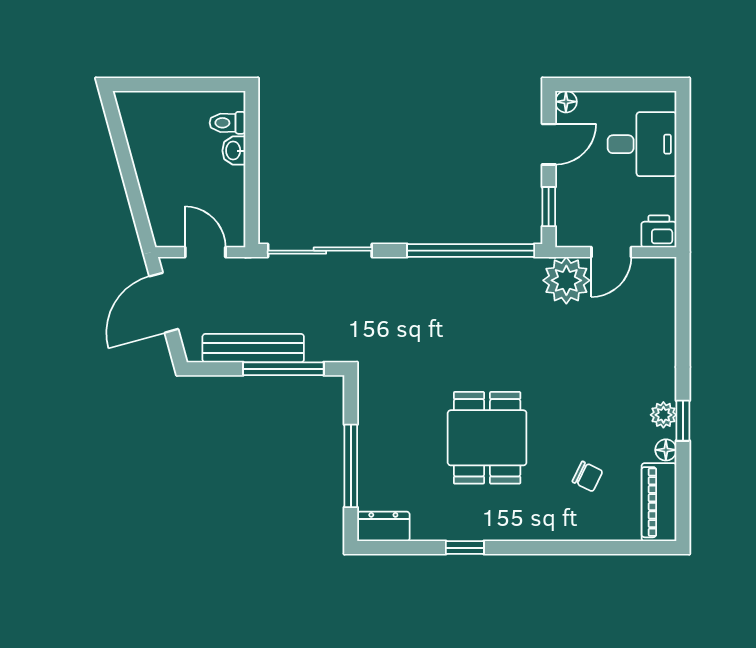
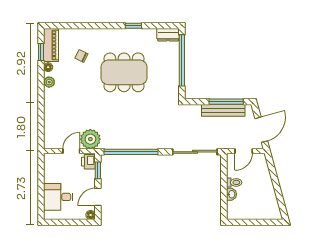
toilet: (227, 123) -> (234, 182), moved
printer: (659, 231) -> (88, 162), moved, turned 90
door: (205, 252) -> (244, 151), hinge flipped
window: (283, 369) -> (226, 102), moved
window: (683, 421) -> (41, 52), moved
dining table: (487, 438) -> (124, 72), width x1.38
window: (351, 466) -> (182, 60), width x1.46

